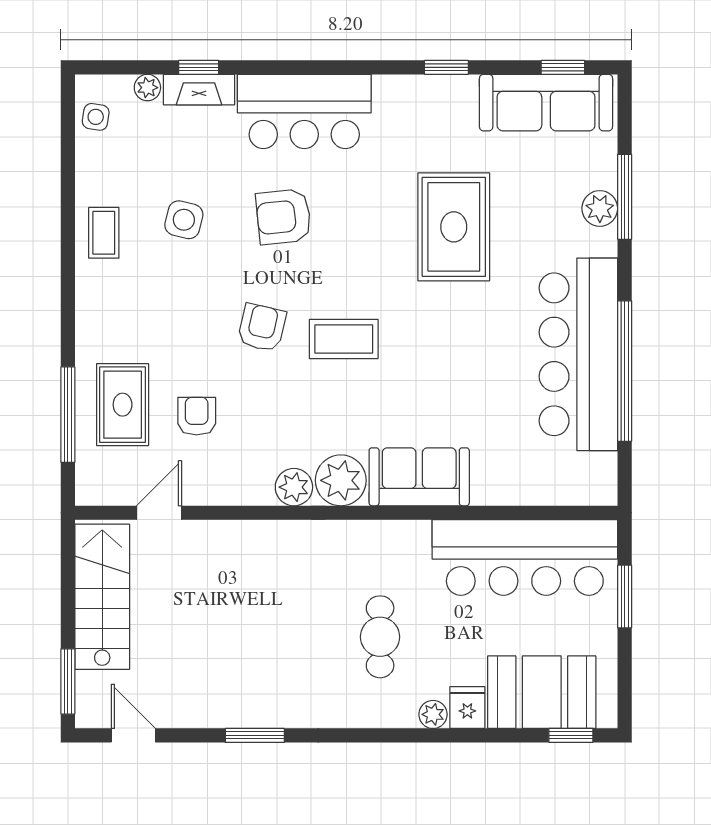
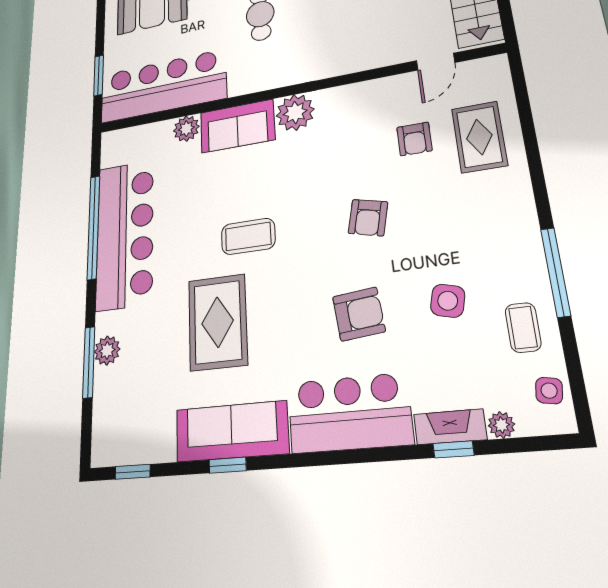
sofa: (546, 103) -> (232, 431), moved
coffee table: (104, 233) -> (523, 327), moved
coffee table: (344, 339) -> (248, 236), moved
window: (68, 415) -> (556, 272), moved
plant: (294, 487) -> (186, 129), moved

